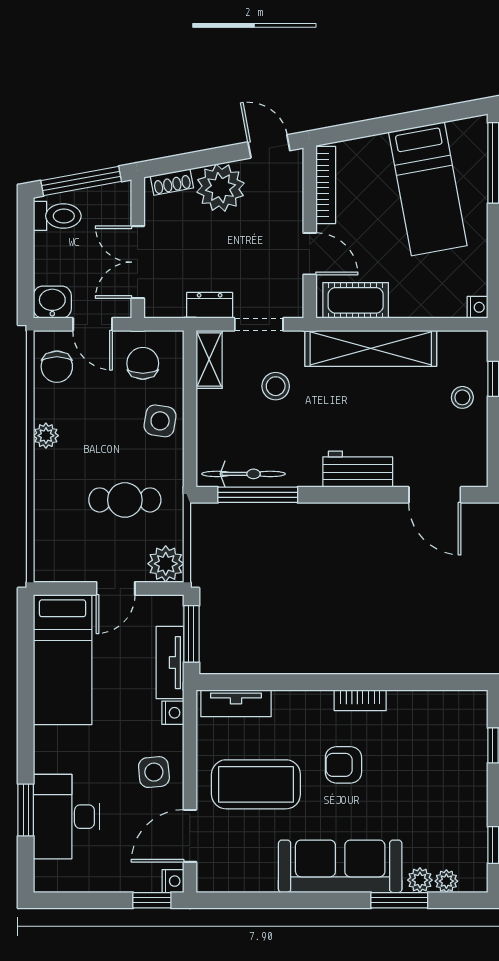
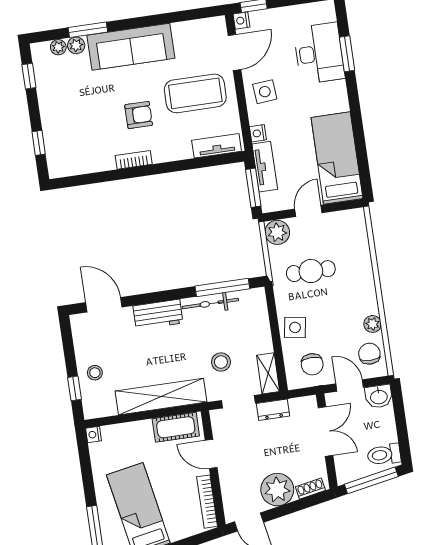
plant: (46, 436) -> (373, 324), moved
bicycle: (243, 474) -> (210, 304), moved

